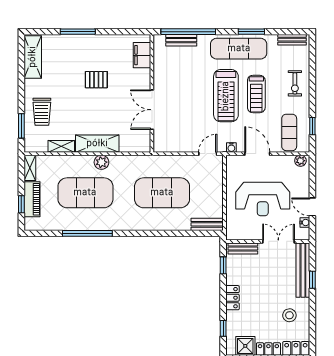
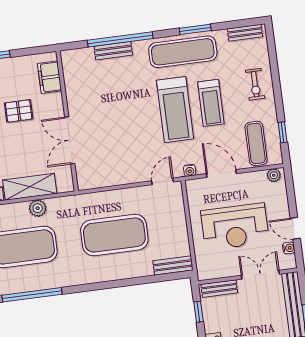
filing cabinet: (142, 55) -> (49, 77), moved
wall: (152, 93) -> (67, 121), moved
double door: (152, 110) -> (70, 140), moved

